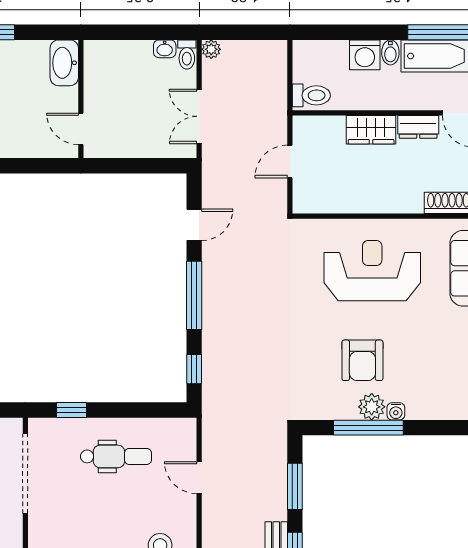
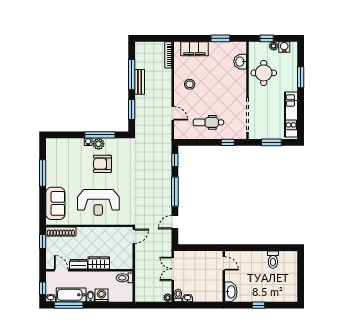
double door: (199, 116) -> (173, 269), swing flipped
door: (290, 161) -> (134, 236), moved
armchair: (362, 360) -> (102, 164), turned -90

